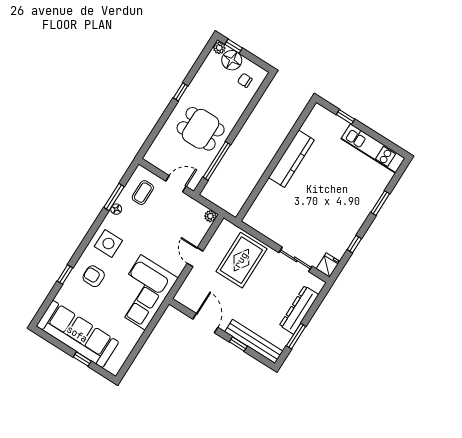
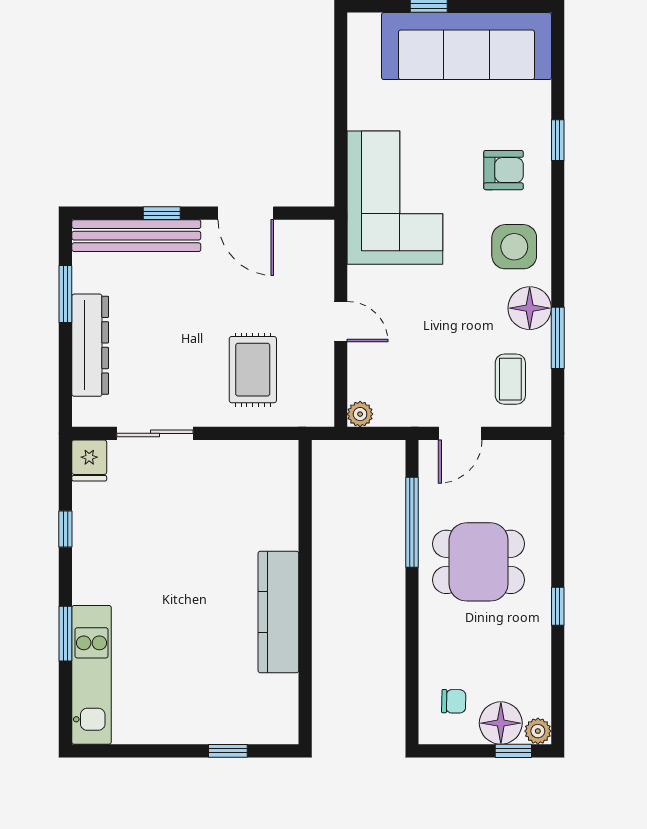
kitchen unit: (373, 149) -> (92, 675), moved, turned 90
floor lamp: (116, 209) -> (530, 308), width x1.89, depth x1.89
rug: (241, 260) -> (253, 370), width x0.73, depth x0.70

